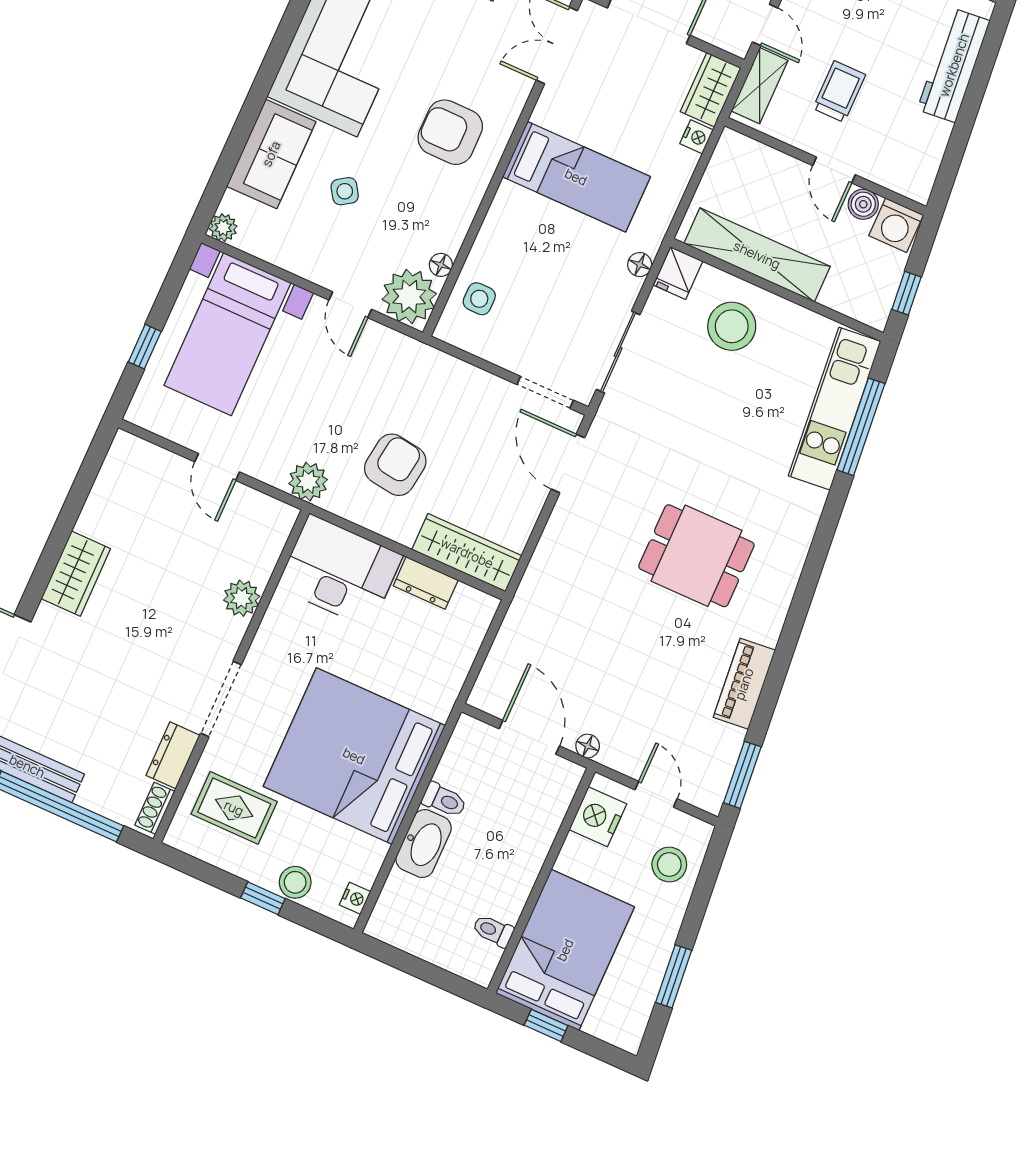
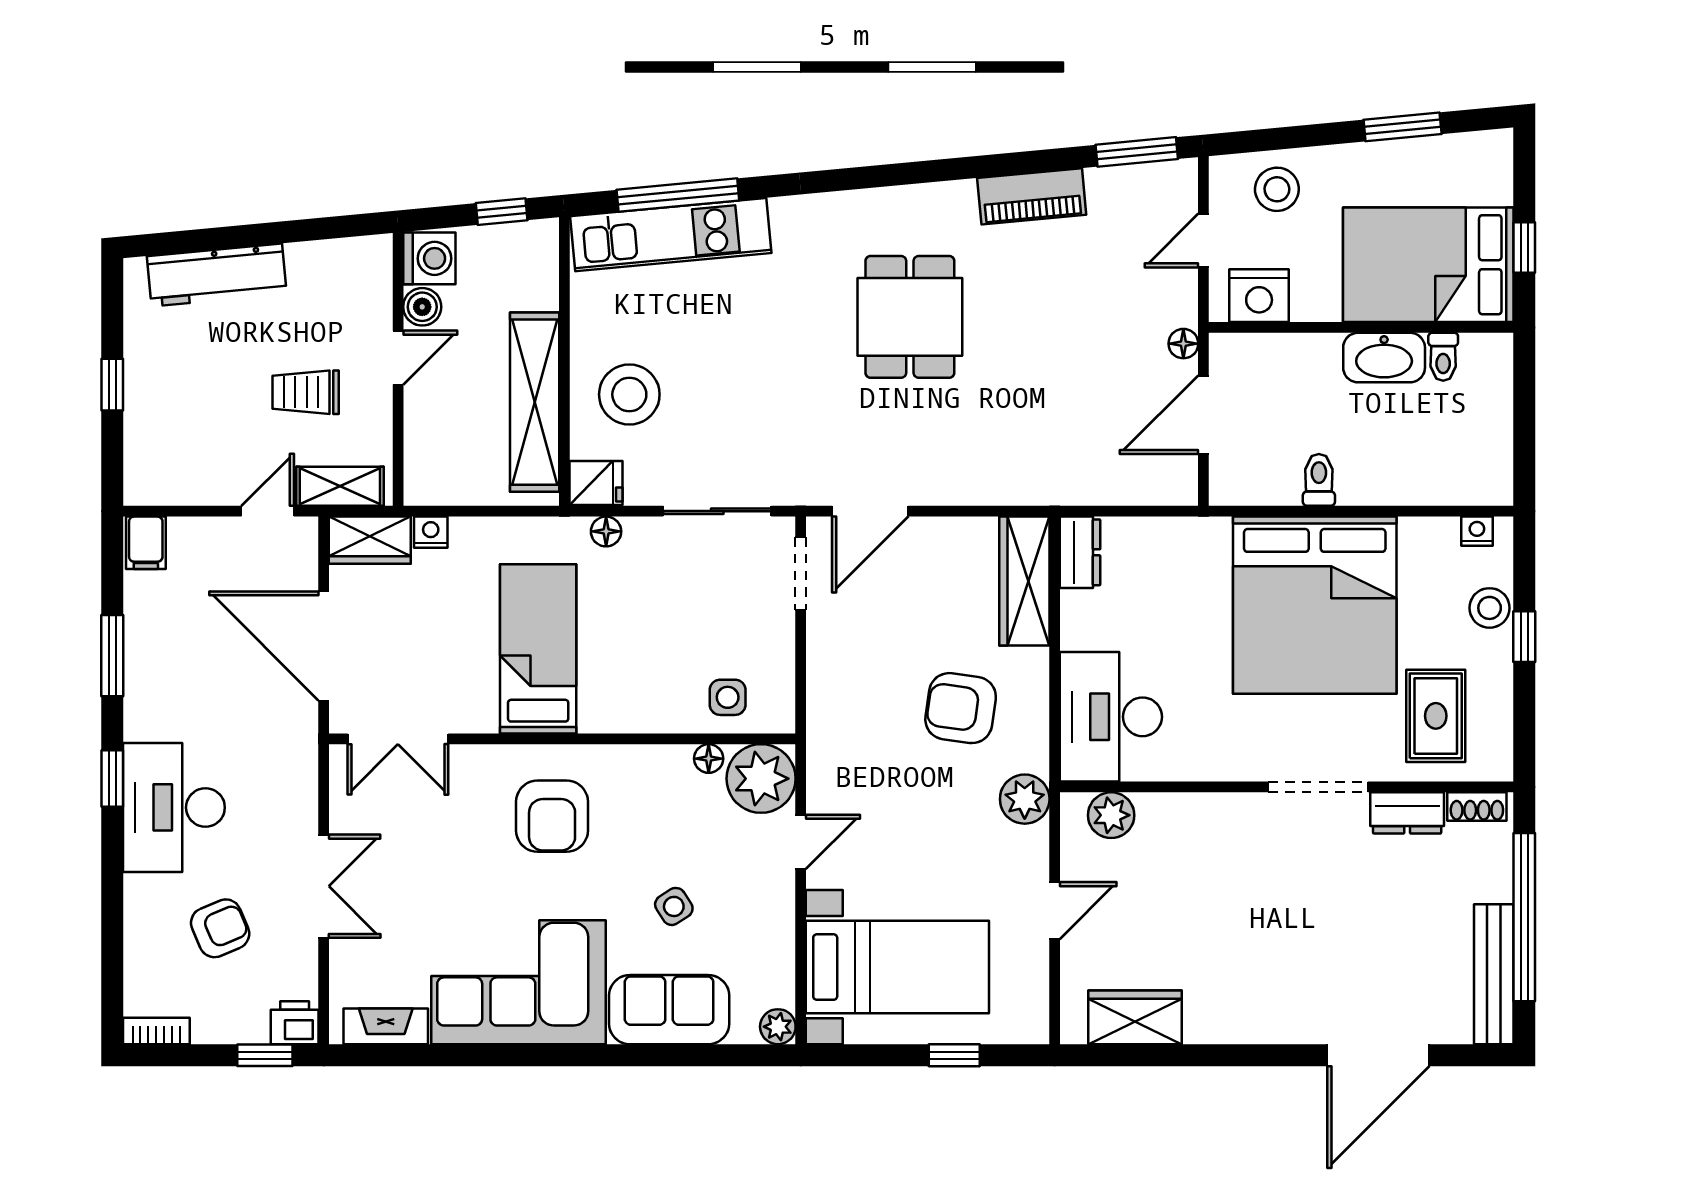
wardrobe: (76, 574) -> (1135, 1017), moved
dresser: (426, 583) -> (1080, 552), moved
plant: (242, 598) -> (1111, 815), moved
washbasin: (424, 844) -> (1384, 358), moved, turned 180

